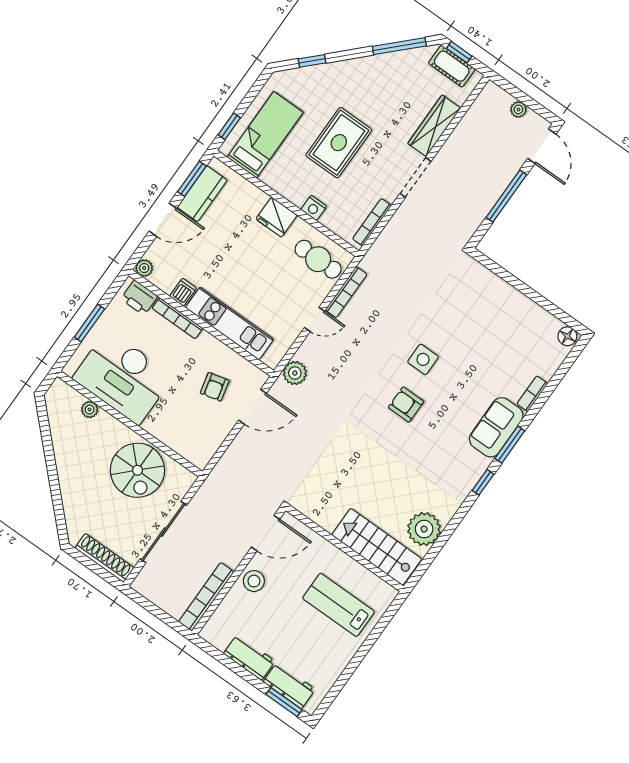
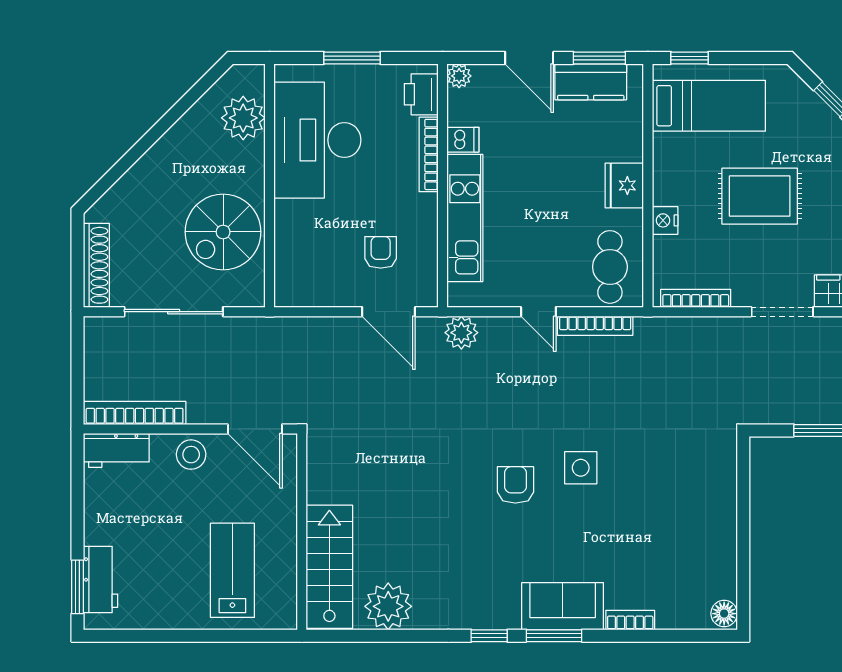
armchair: (215, 387) -> (381, 252), turned 104
plant: (90, 410) -> (243, 118), width x1.88, depth x1.88
workbench: (249, 657) -> (116, 450), moved, turned 90

